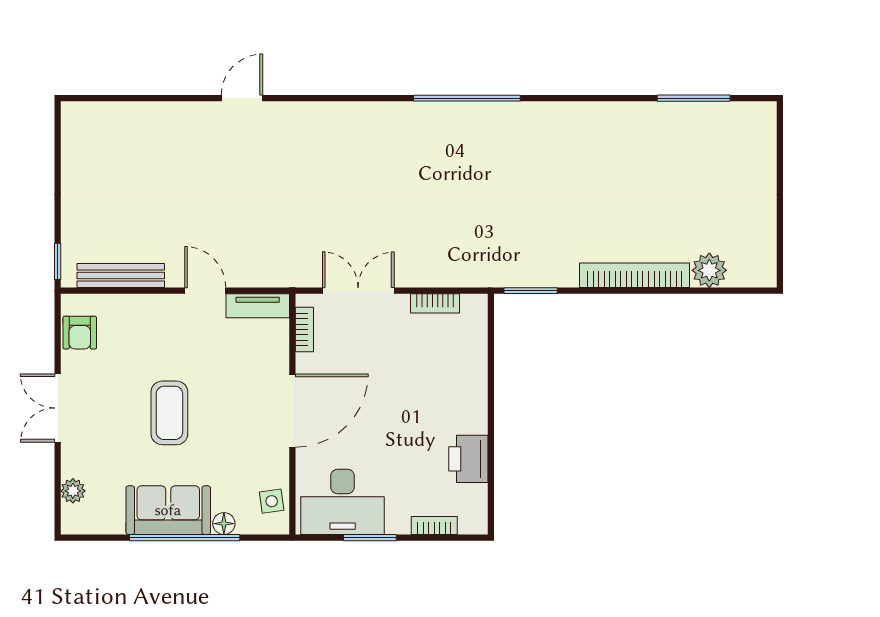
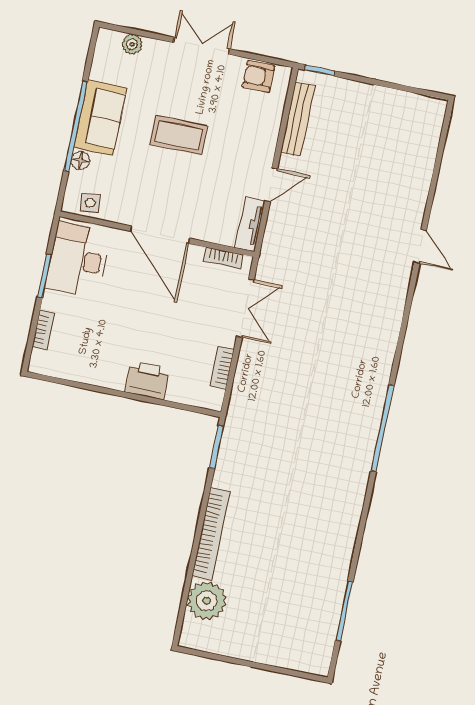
plant: (709, 270) -> (207, 601), width x1.36, depth x1.36
printer: (468, 459) -> (147, 380), moved

